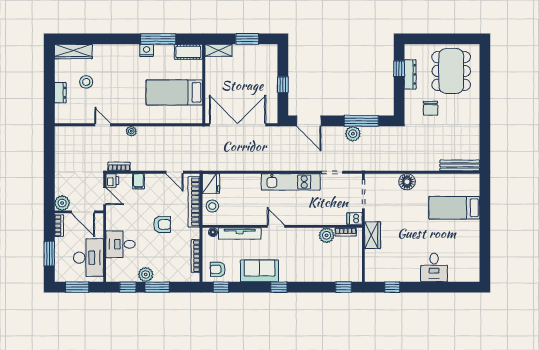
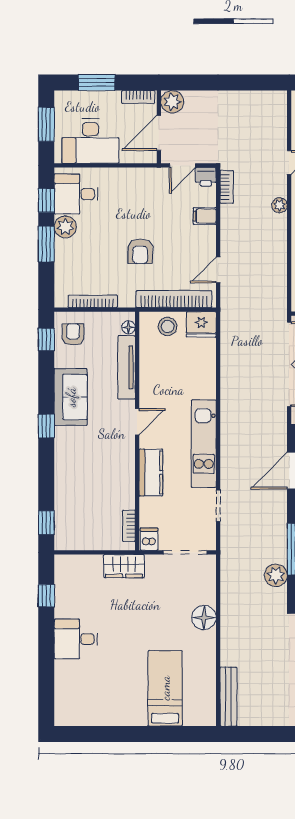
plant: (353, 134) -> (276, 575), moved
kitchen counter: (310, 217) -> (151, 473), added
plant: (327, 235) -> (124, 497), removed
desk: (121, 244) -> (76, 194), moved, turned -90
desk: (434, 267) -> (76, 639), moved

